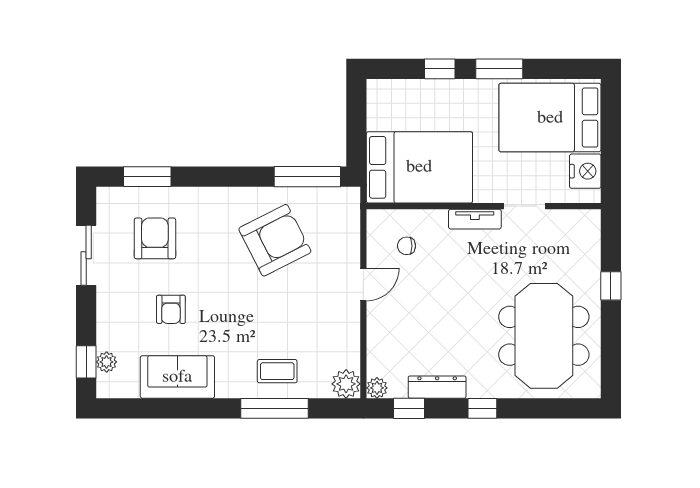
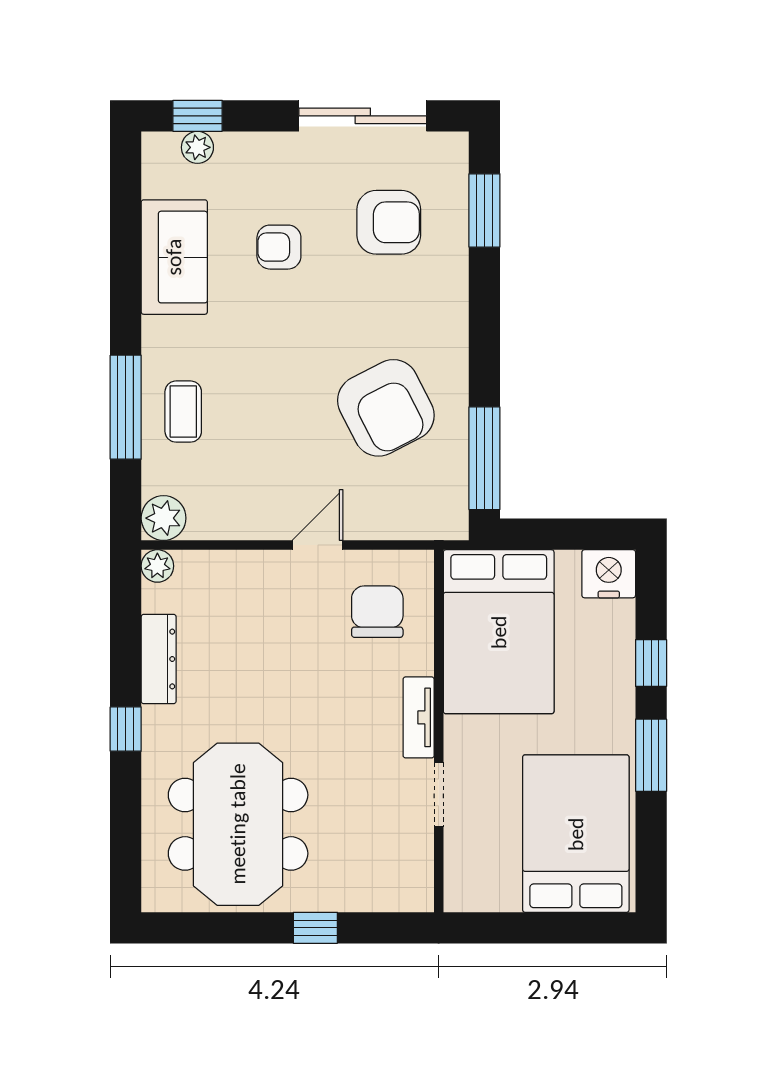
nightstand: (585, 171) -> (609, 574), moved, turned 180
chair: (406, 246) -> (377, 612), width x1.87, depth x1.87
sliding door: (86, 255) -> (363, 116), width x1.37
door: (363, 284) -> (318, 545), swing flipped
meeting table: (544, 336) -> (238, 824), turned 90
window: (409, 408) -> (126, 616), removed

